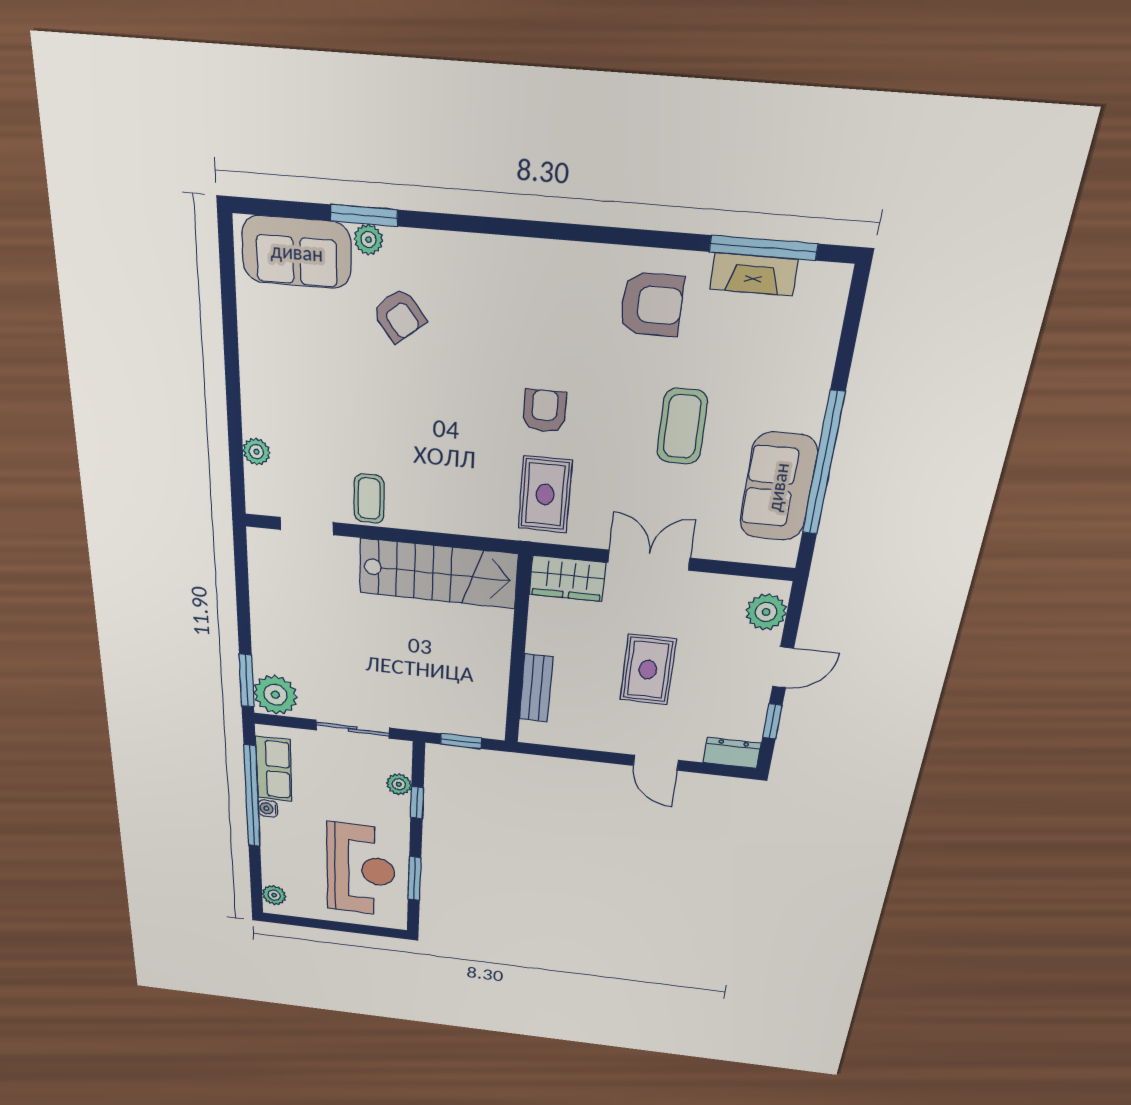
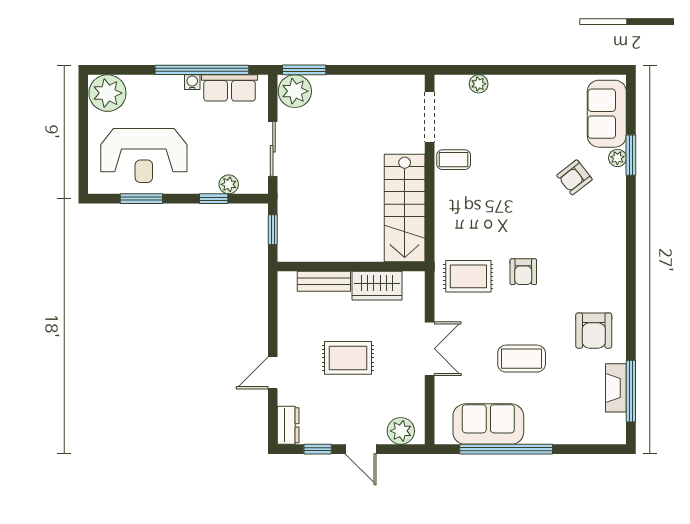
armchair: (545, 411) -> (523, 272), turned 90
doorway: (307, 526) -> (430, 117), width x1.38
wardrobe: (567, 578) -> (377, 286), moved, turned -90
plant: (274, 895) -> (107, 93), width x1.87, depth x1.87

